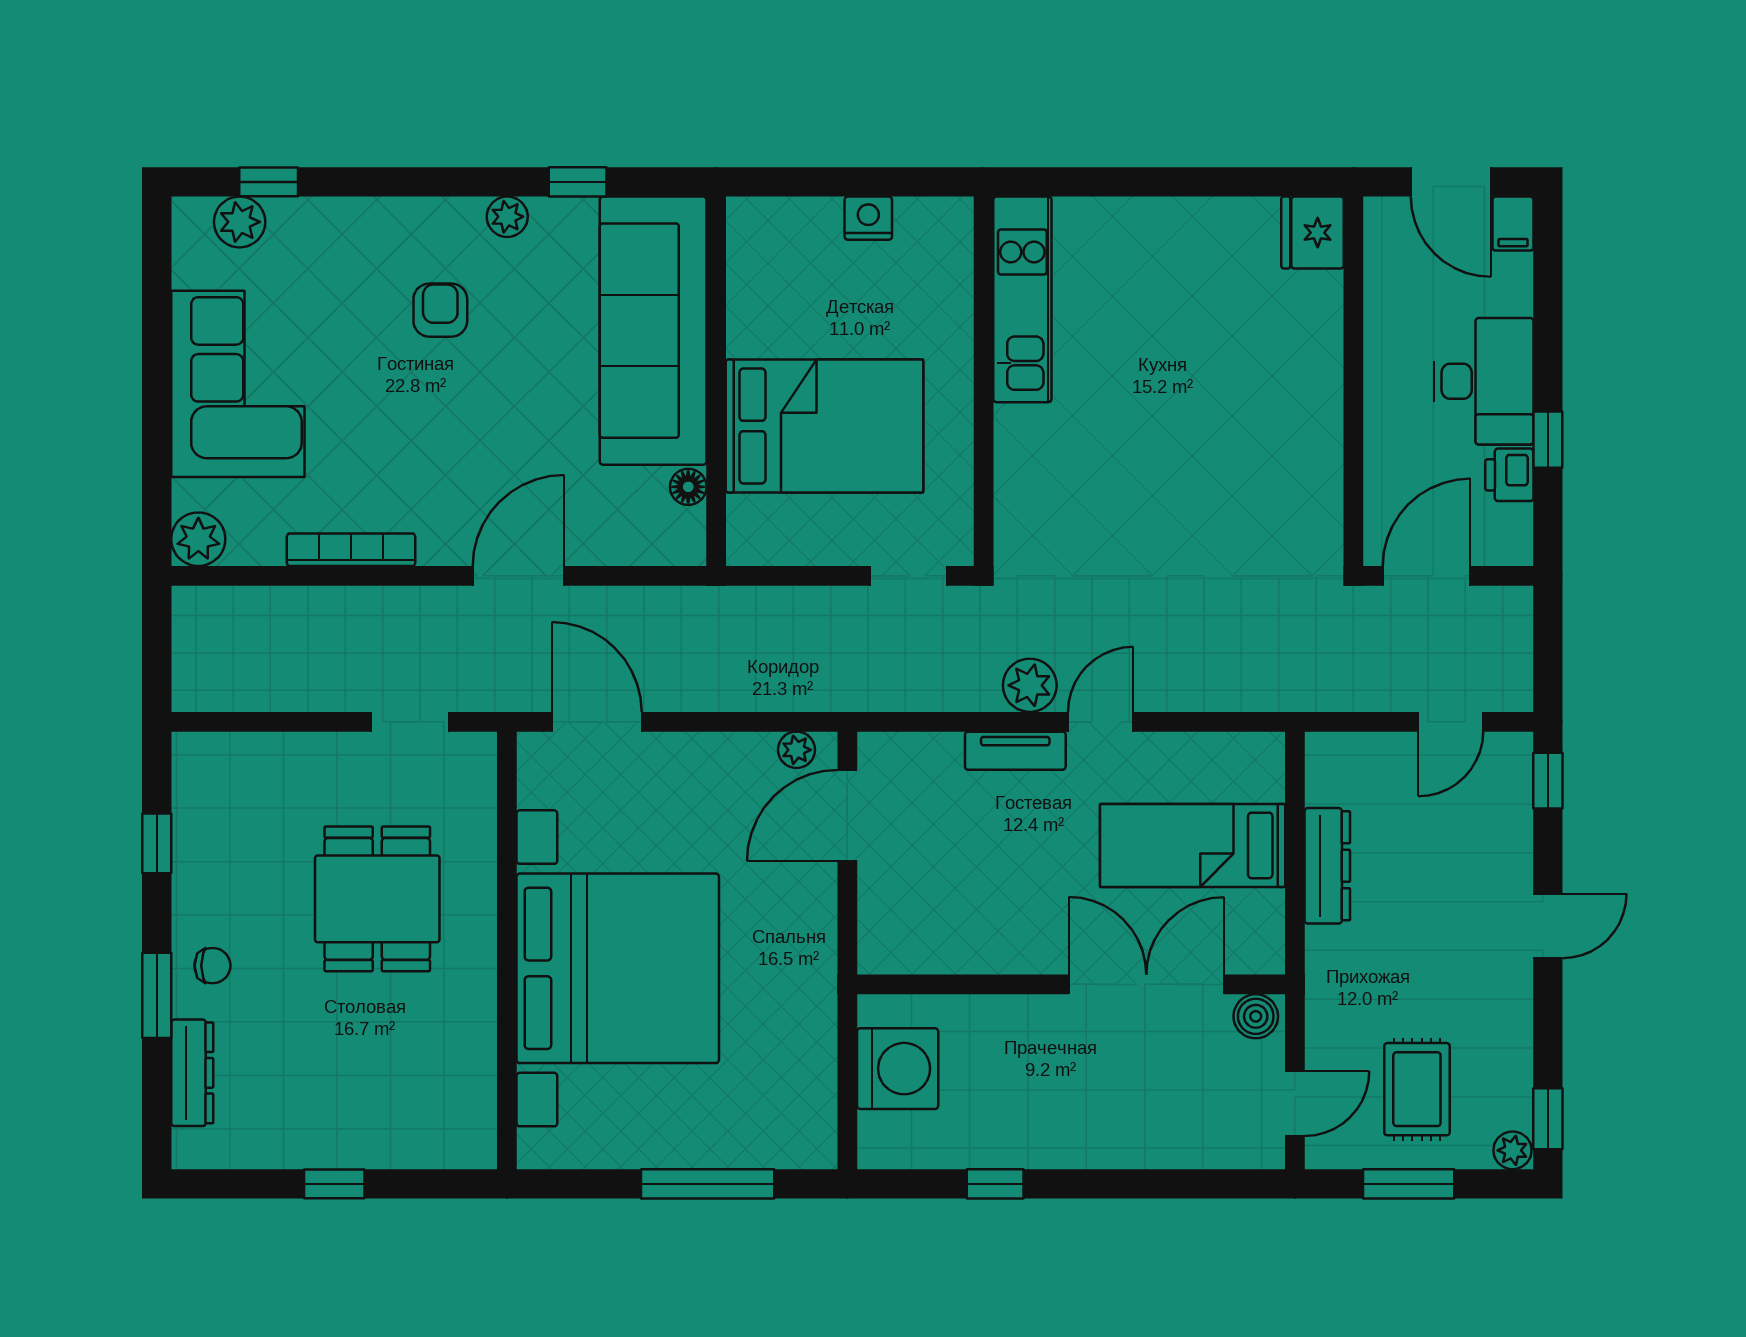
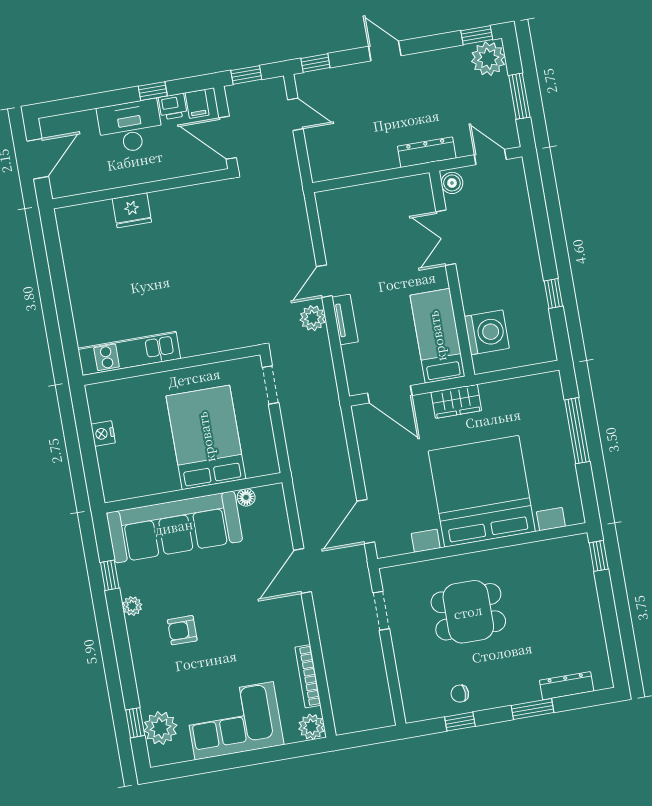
plant: (240, 222) -> (160, 728), width x1.36, depth x1.36
filing cabinet: (1513, 224) -> (197, 104), moved, turned 90
fridge: (1313, 233) -> (132, 210), moved
bookcase: (351, 550) -> (308, 676), moved
door: (519, 576) -> (303, 571), hinge flipped
window: (1548, 636) -> (246, 75), added
door: (1101, 722) -> (324, 281), hinge flipped
plant: (796, 750) -> (363, 424), removed
bed: (1193, 845) -> (437, 336), moved, turned 180
dresser: (1327, 866) -> (427, 152), moved
wardrobe: (810, 948) -> (456, 401), added
chair: (212, 966) -> (460, 694), moved, turned -90
double door: (1146, 984) -> (446, 238), width x0.73
washing machine: (898, 1069) -> (487, 332), moved, turned 90
rug: (1417, 1089) -> (473, 100), removed
plant: (1513, 1150) -> (488, 59), width x1.87, depth x1.87
window: (334, 1184) -> (599, 556), moved

